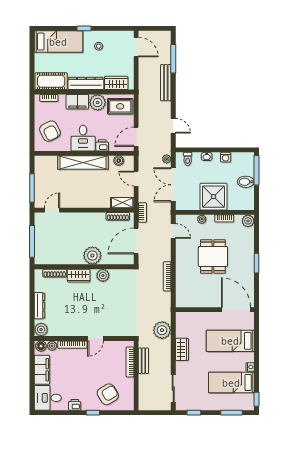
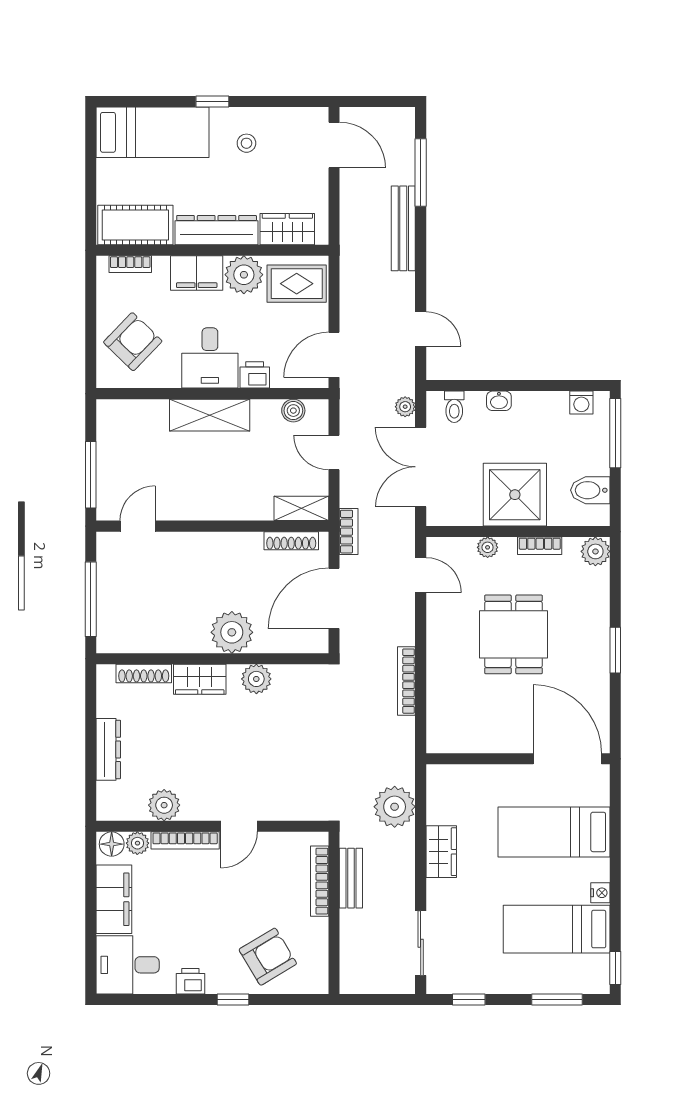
armchair: (50, 131) -> (133, 342), turned -109
washing machine: (226, 157) -> (581, 403), moved
shelving: (83, 163) -> (210, 415), width x0.68
bidet: (246, 182) -> (590, 490), moved
plant: (41, 329) -> (164, 805), moved

